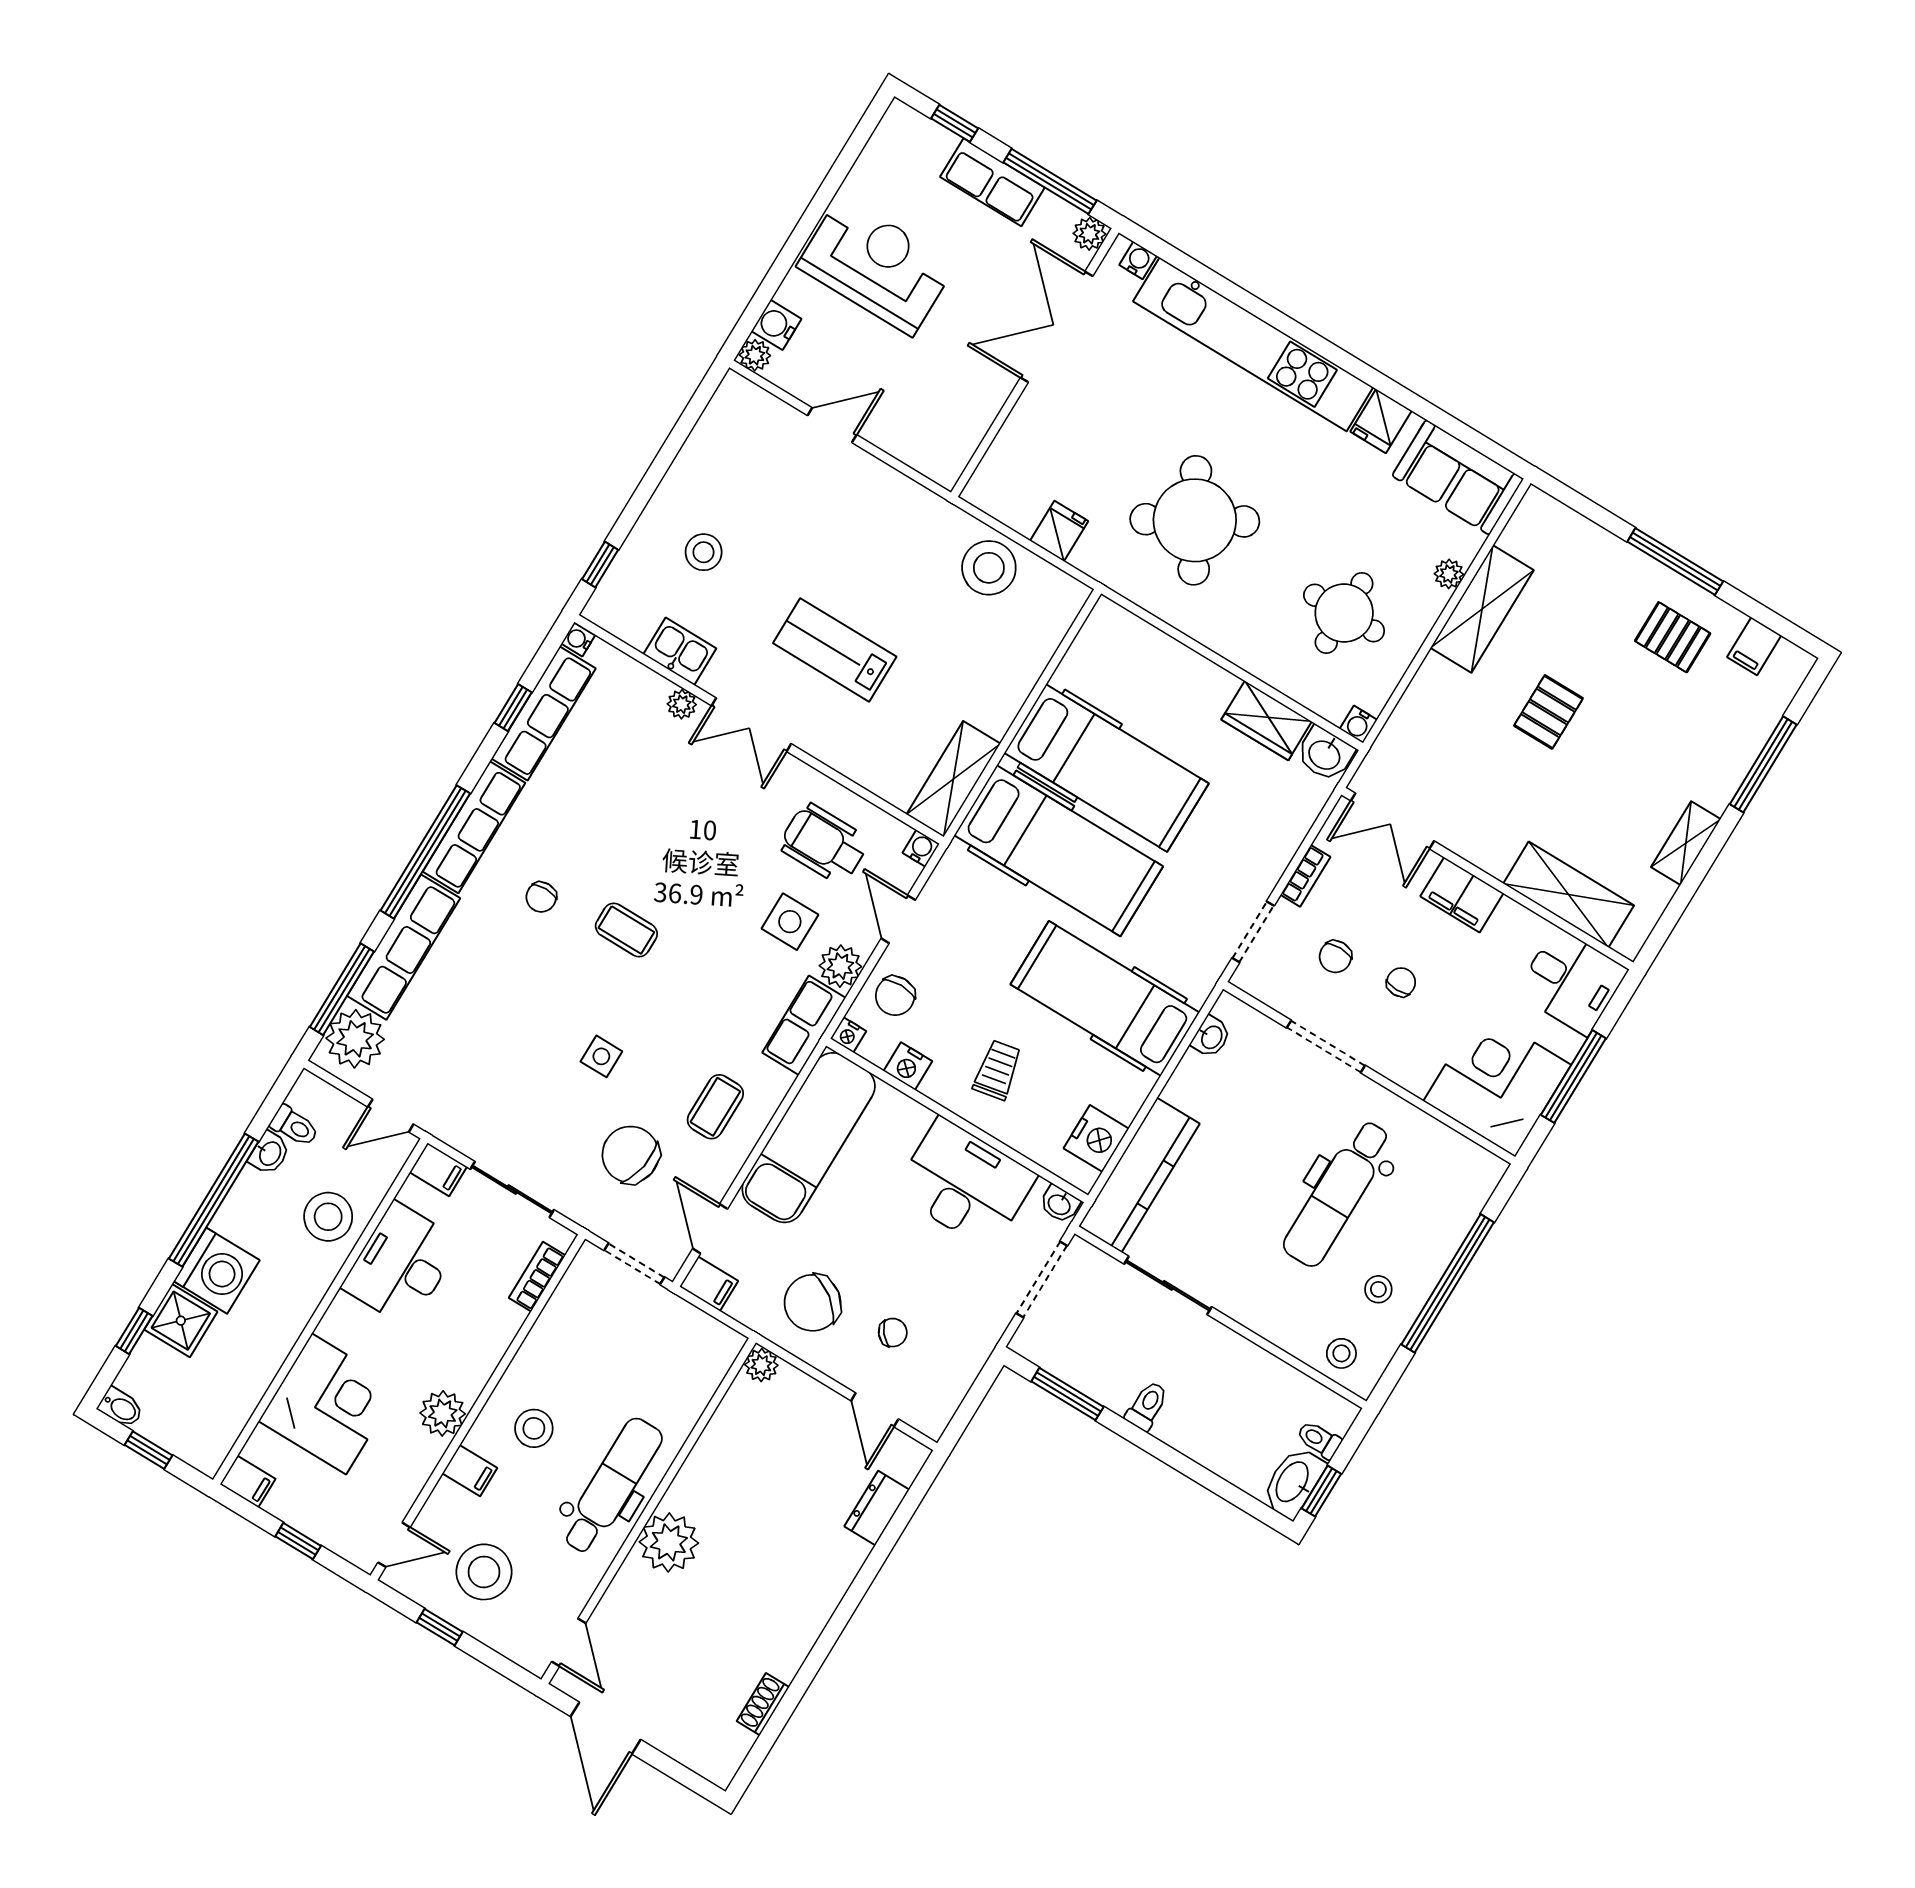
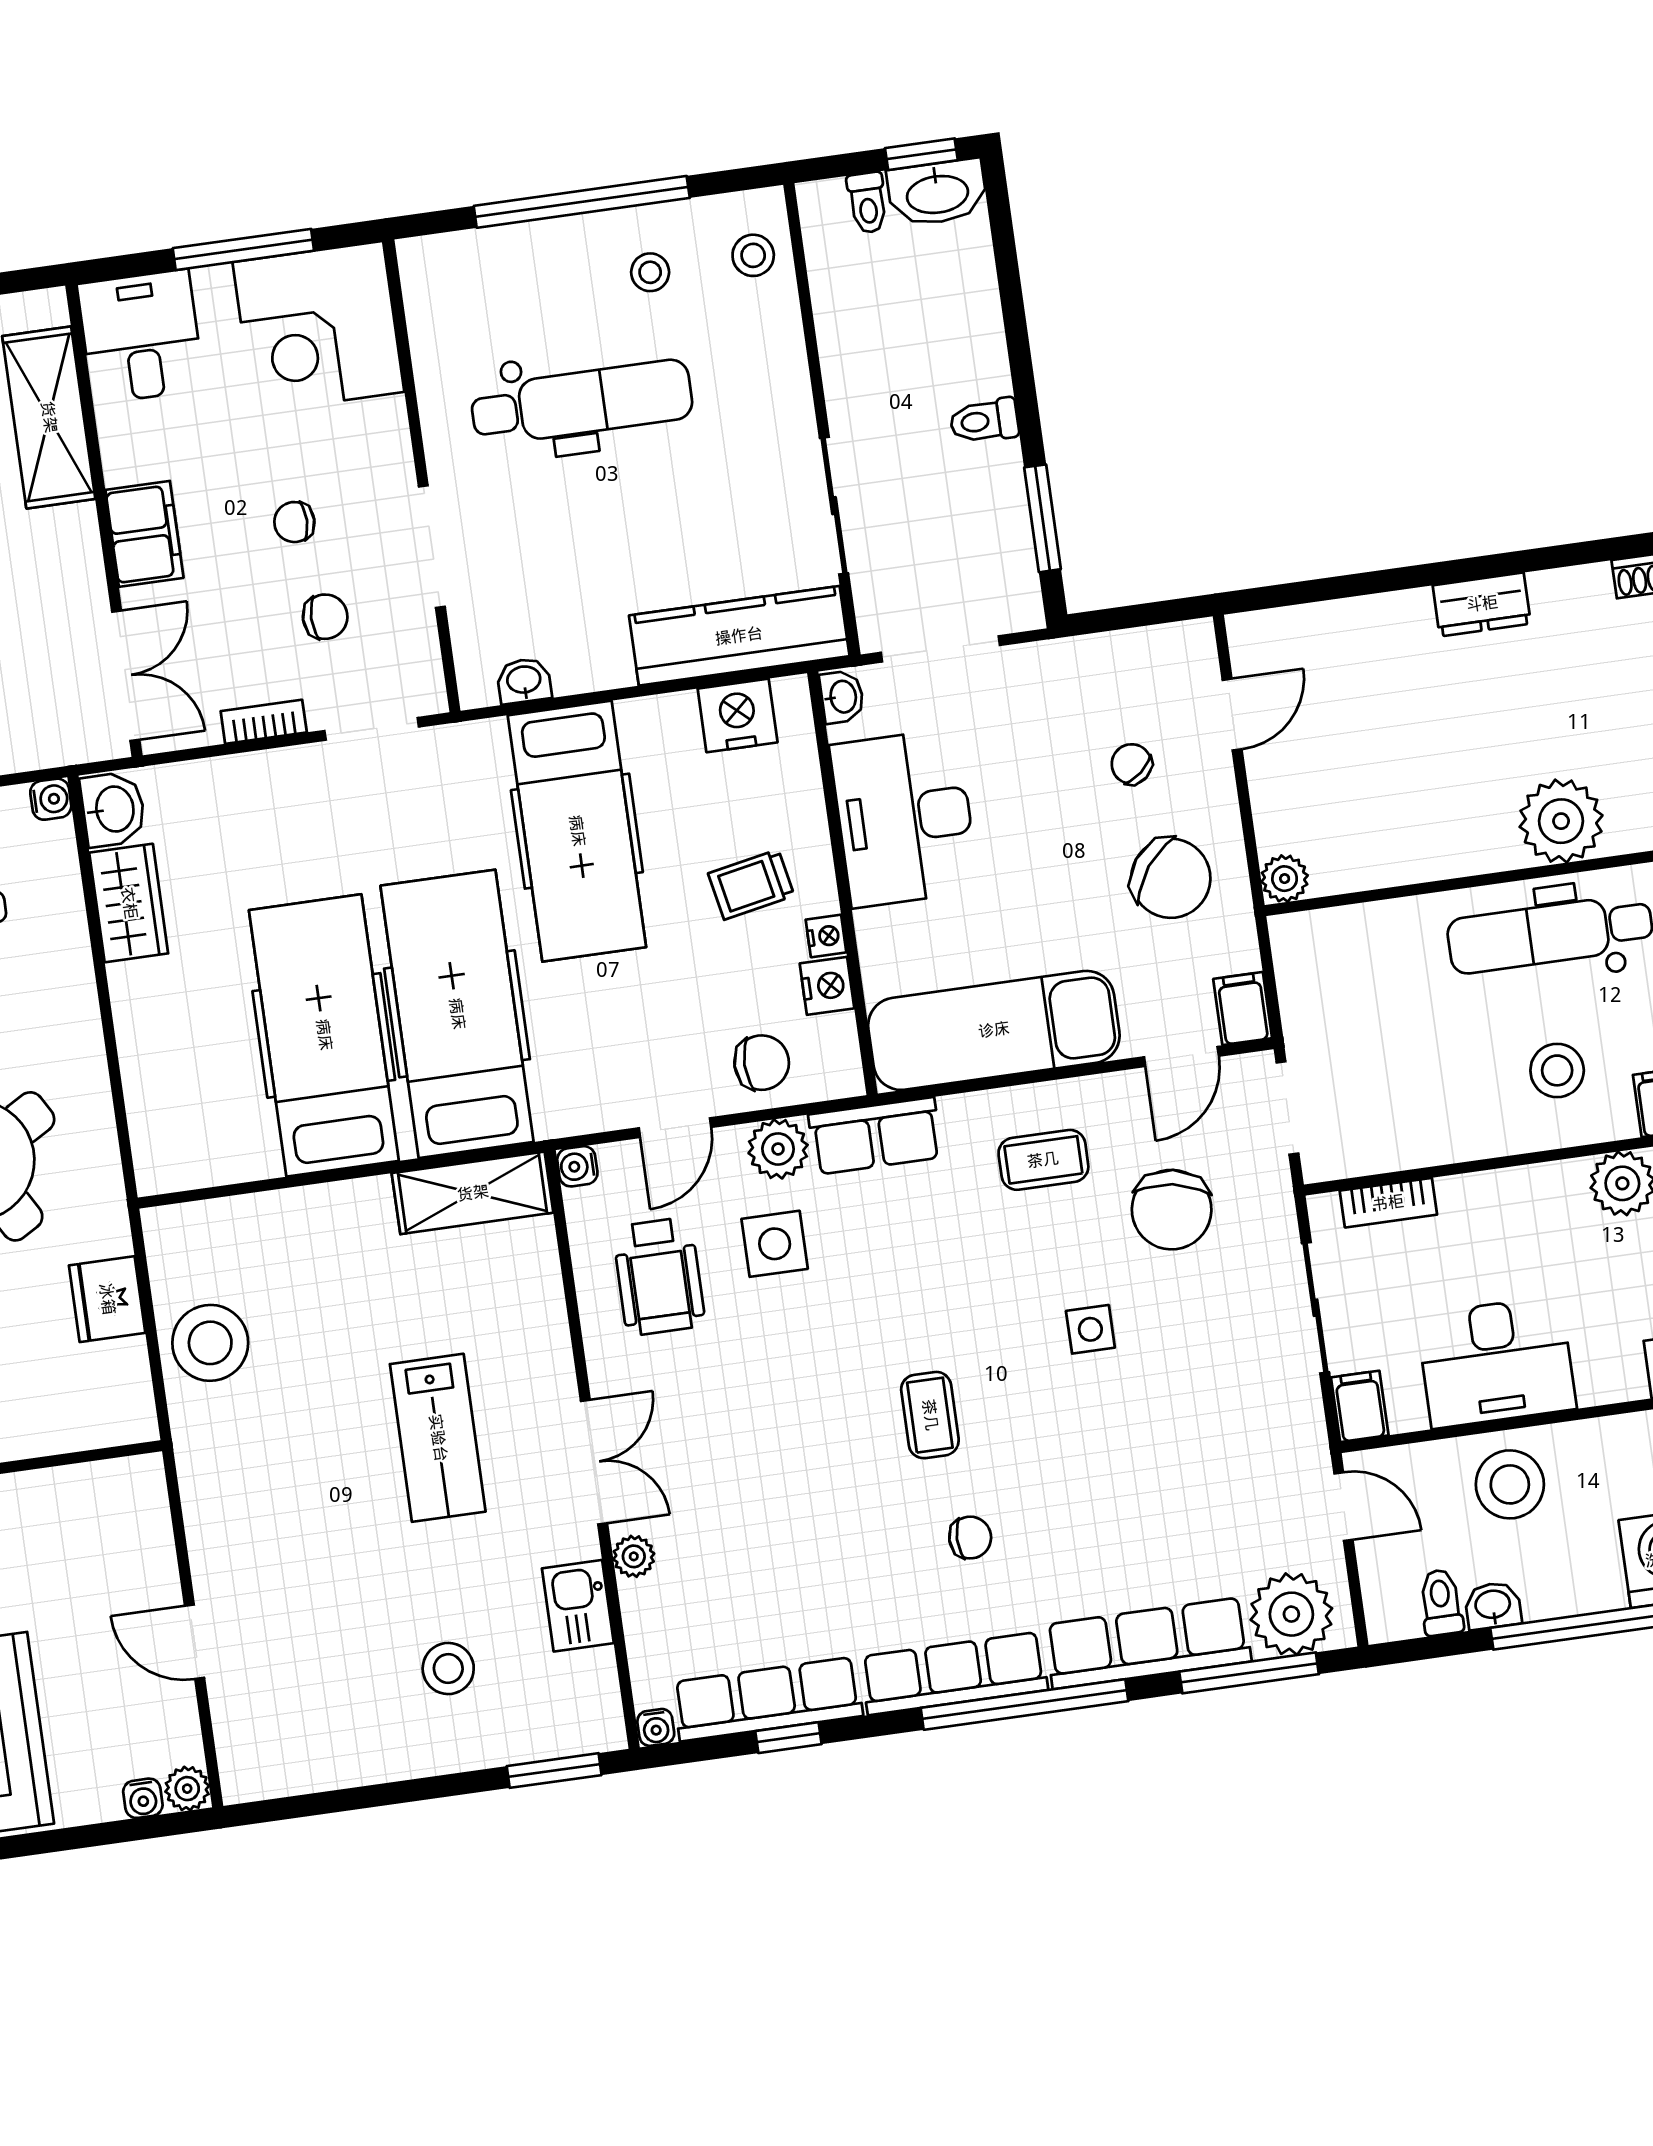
water cooler: (776, 325) -> (143, 1798), width x0.72, depth x0.72
fridge: (1059, 531) -> (107, 1299), width x1.38
window: (600, 564) -> (554, 1771), width x1.50
nightstand: (848, 1035) -> (826, 936), moved
dresser: (877, 1508) -> (1482, 604), moved

